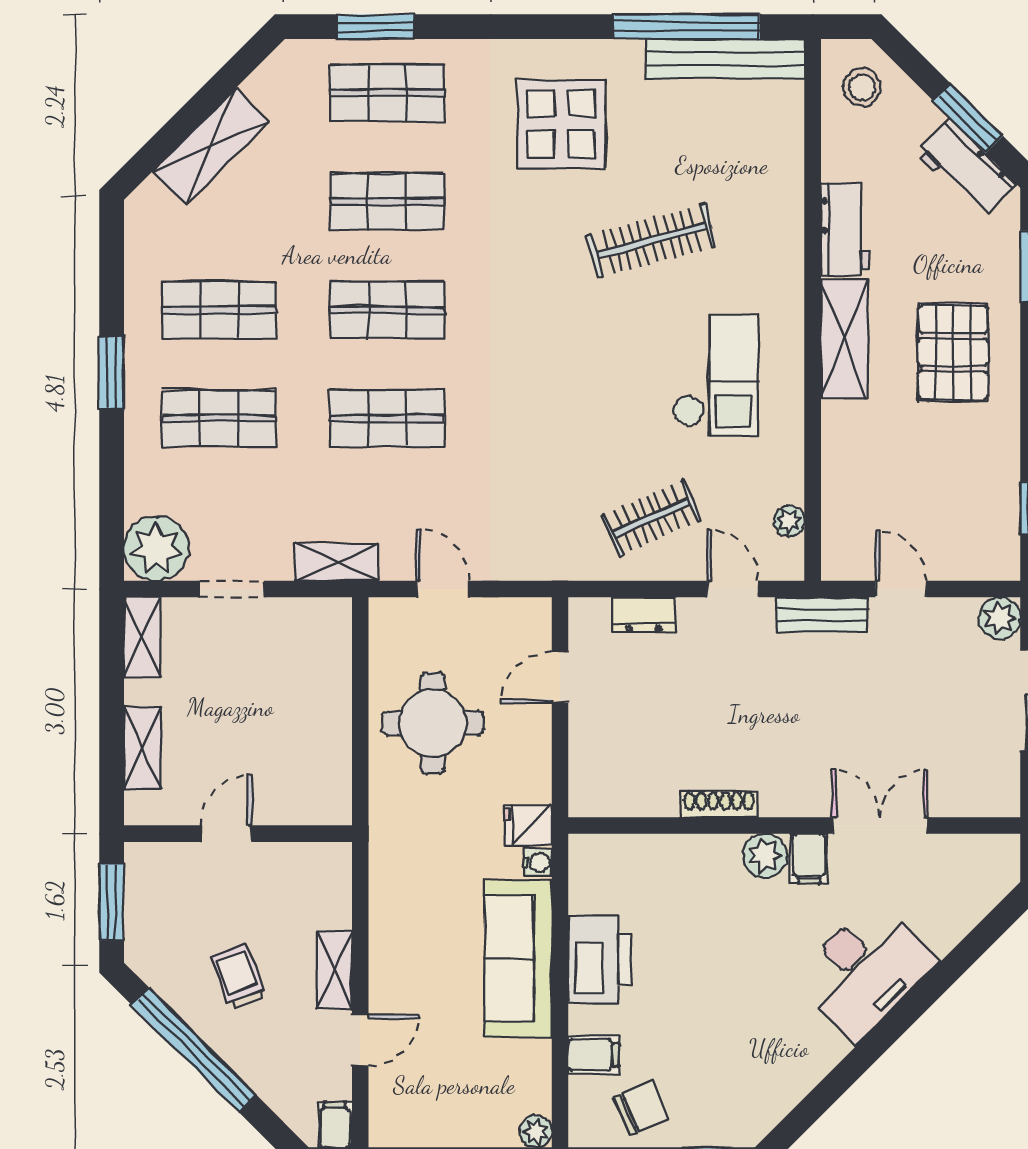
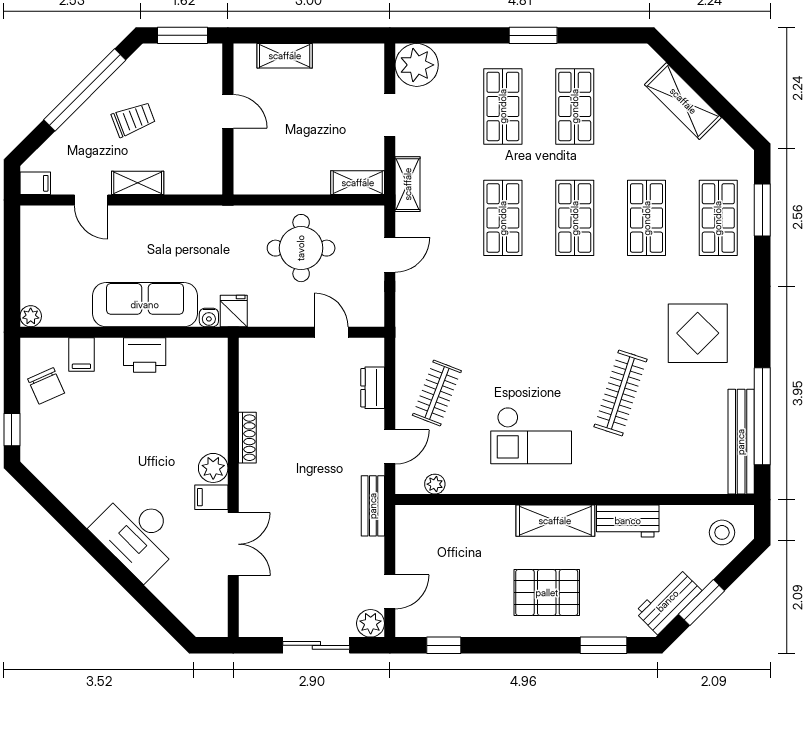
clothes rail: (652, 241) -> (621, 393), turned 33
clothes rail: (652, 518) -> (437, 393), turned 45
door: (901, 589) -> (390, 592), moved
shelving: (142, 638) -> (358, 183), moved
printer: (599, 959) -> (145, 355), width x0.73, depth x0.84

